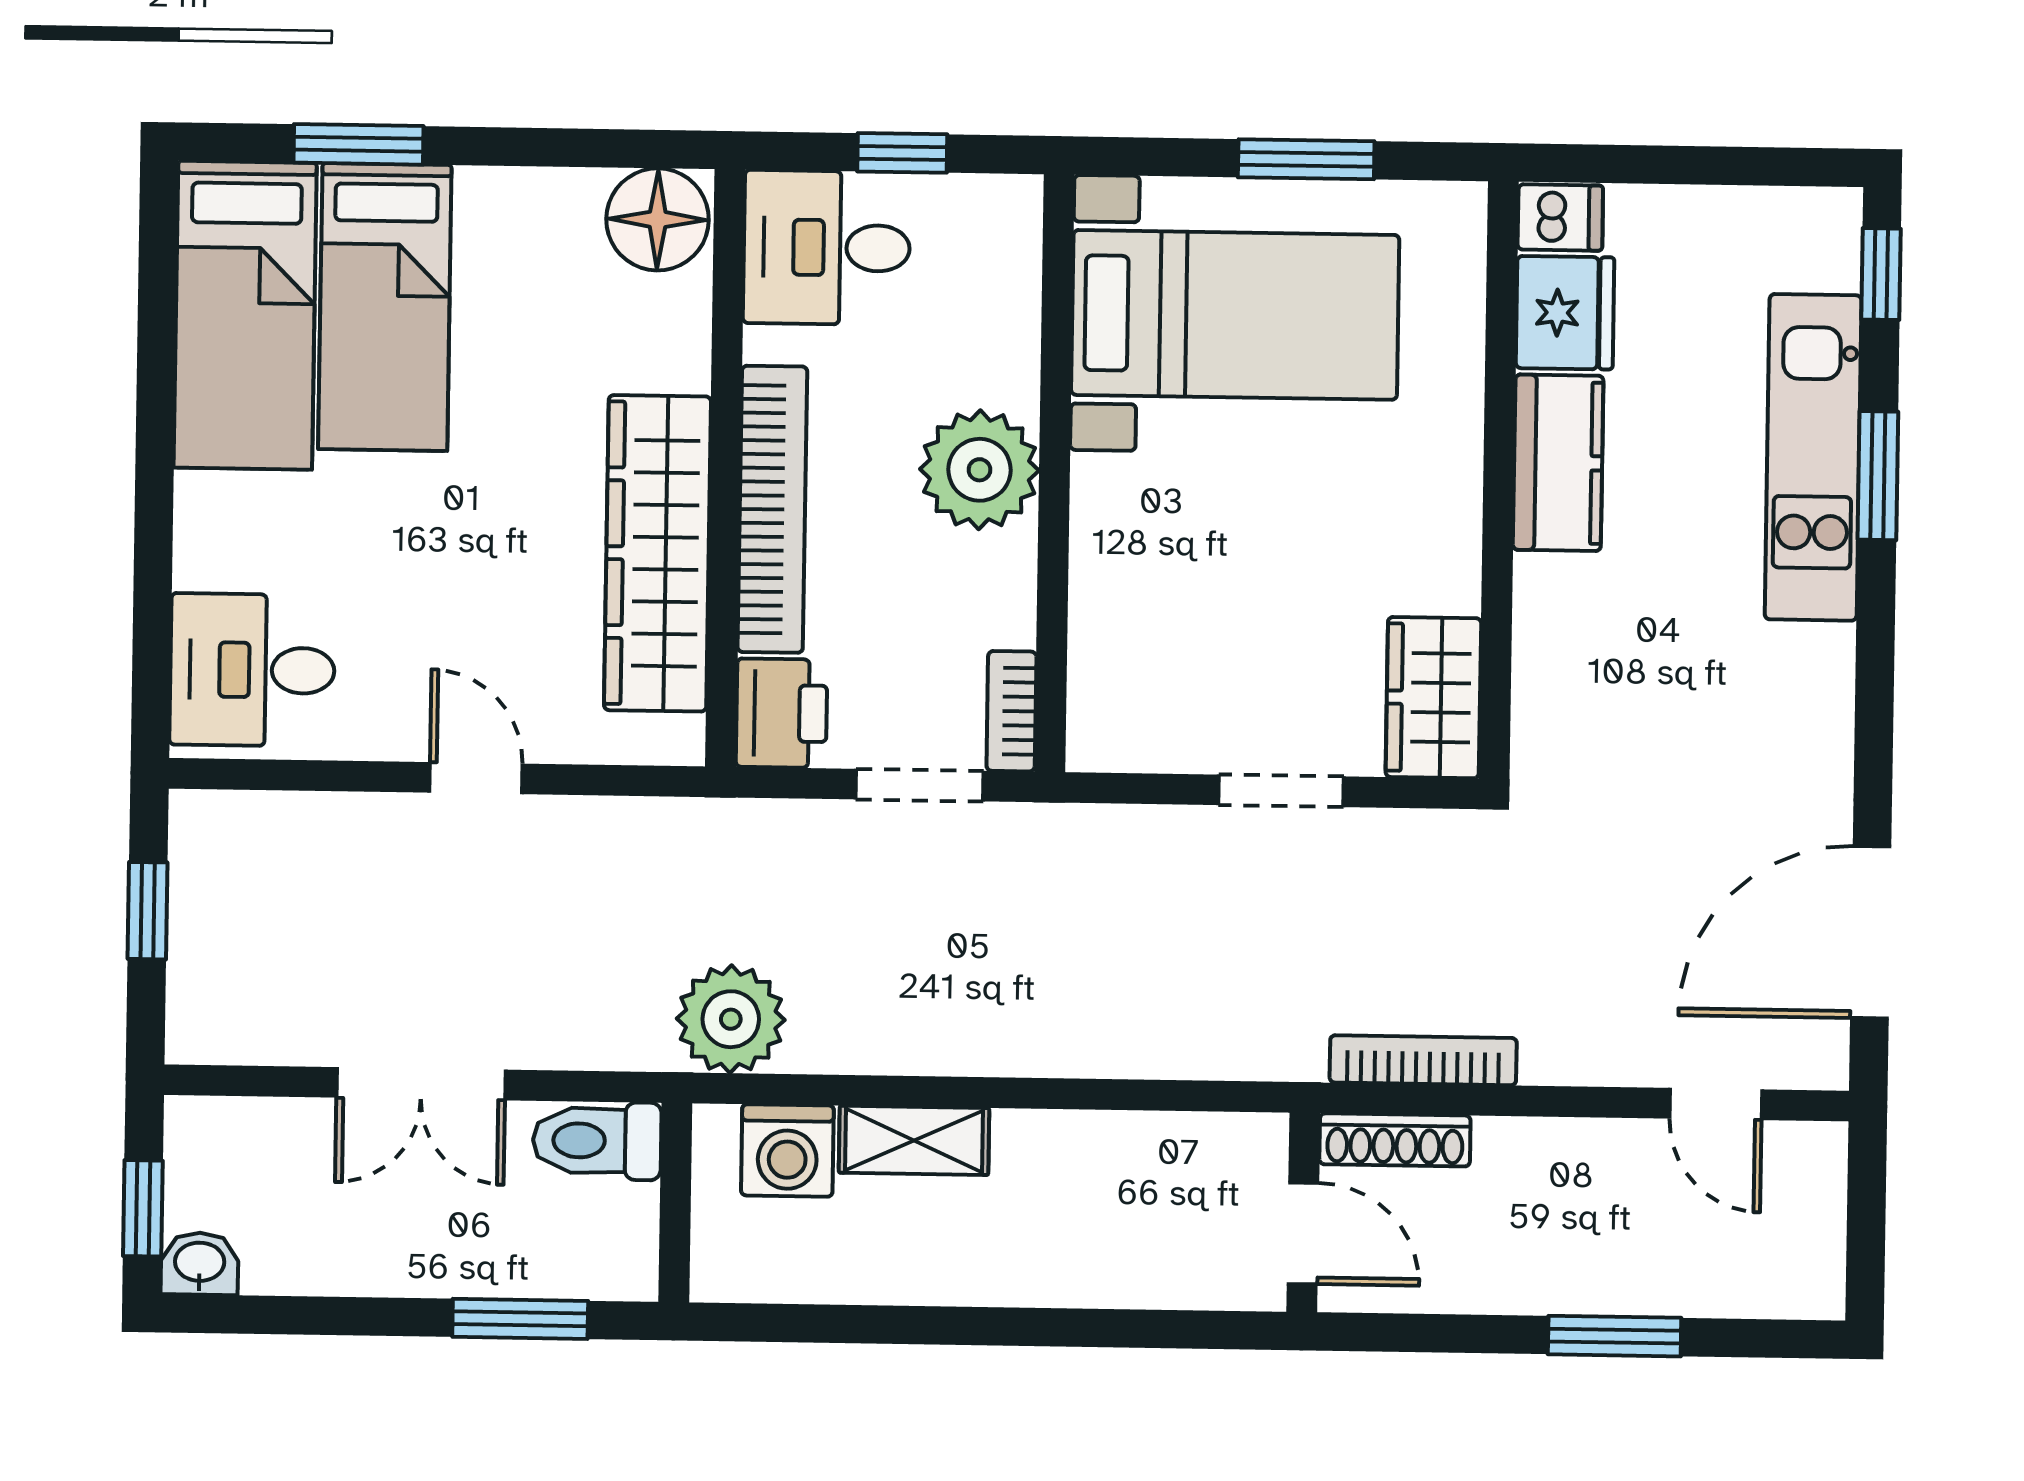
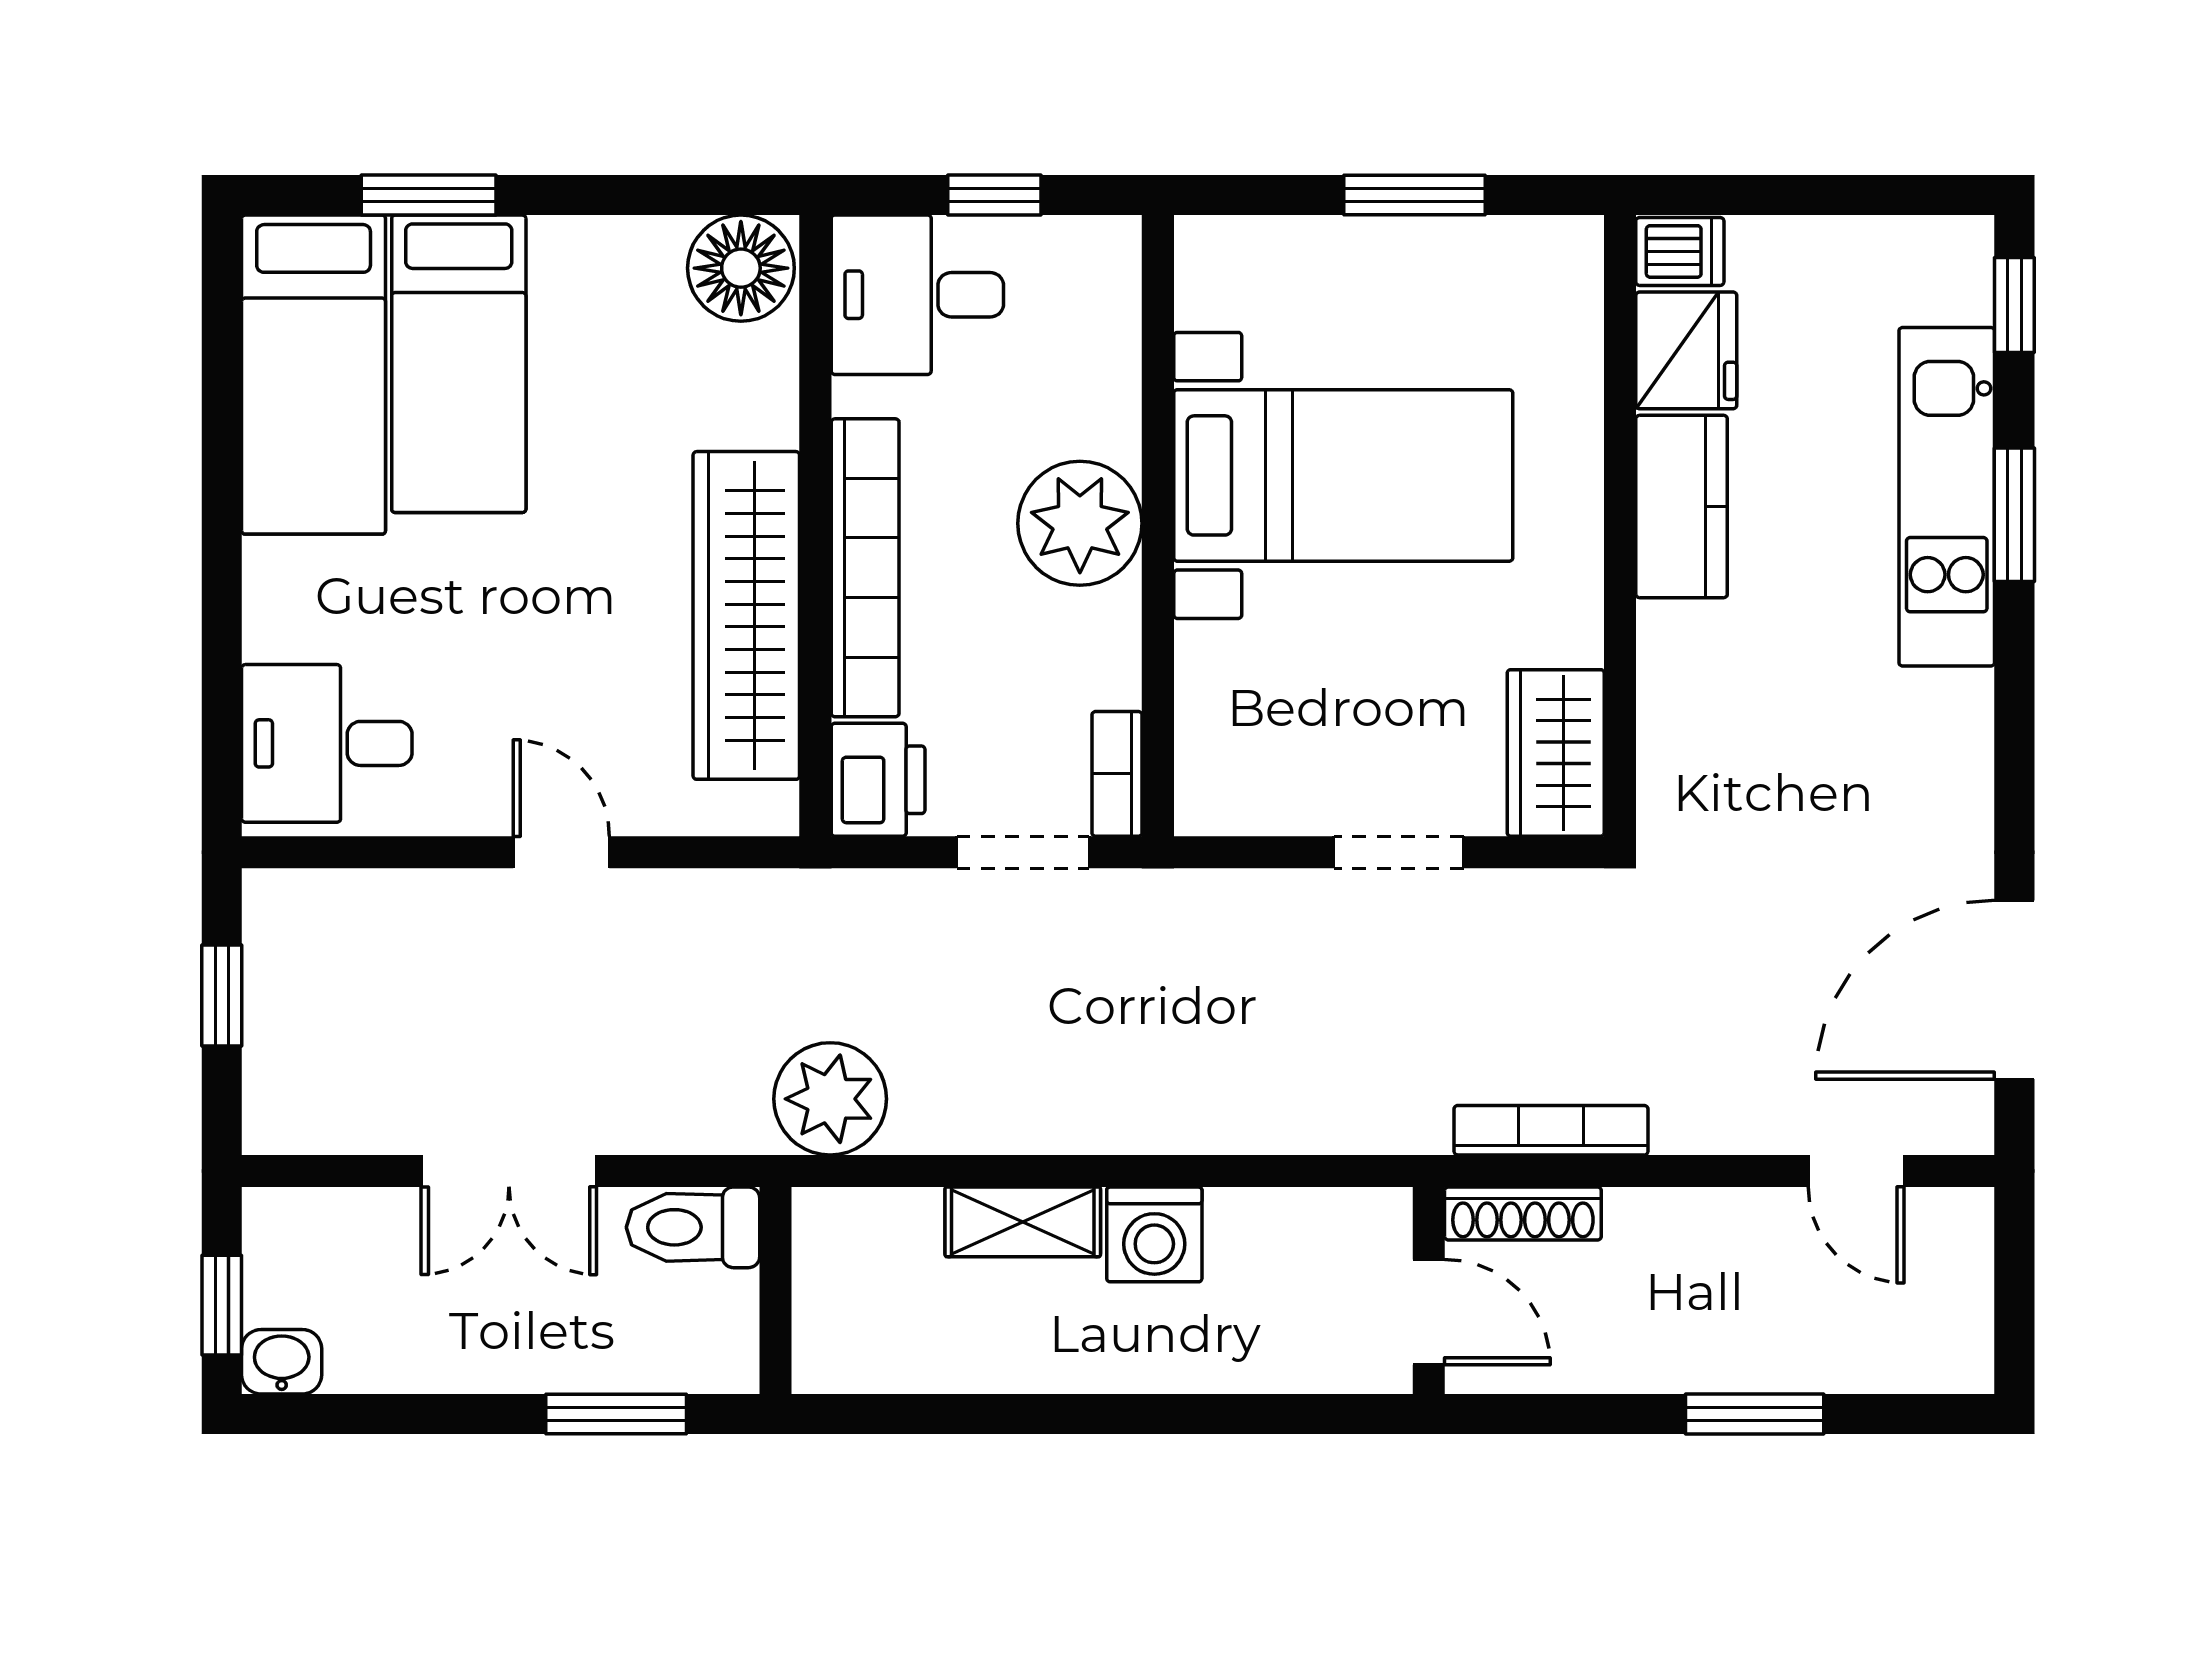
bed with nightstands: (1235, 315) -> (1343, 475), moved
washing machine: (787, 1150) -> (1154, 1234), moved

